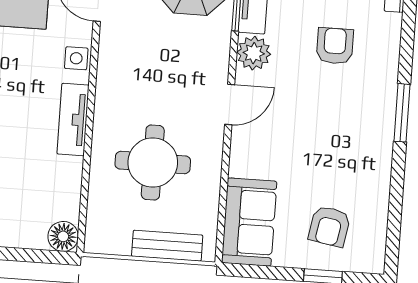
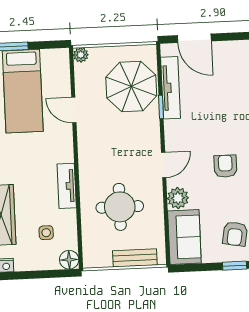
armchair: (335, 46) -> (225, 166), moved
plant: (254, 53) -> (178, 198), moved
side table: (76, 58) -> (46, 233), moved

